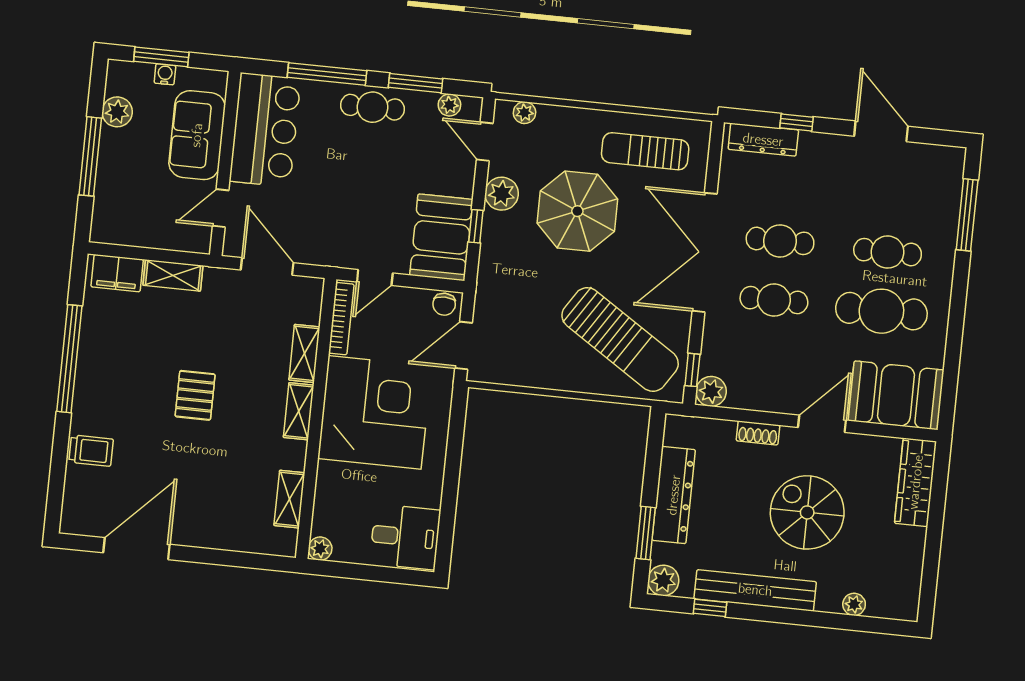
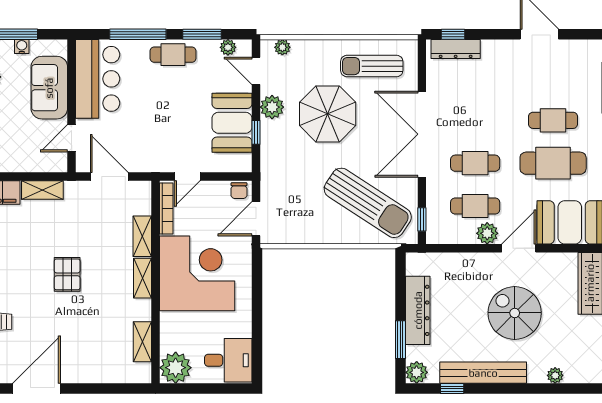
window: (797, 123) -> (453, 34), moved
booth: (441, 237) -> (232, 123), moved
cafe table: (780, 241) -> (475, 206), moved
plant: (711, 391) -> (487, 233), moved
shoe rack: (758, 433) -> (474, 260), removed
plant: (320, 549) -> (176, 368), width x1.87, depth x1.87

